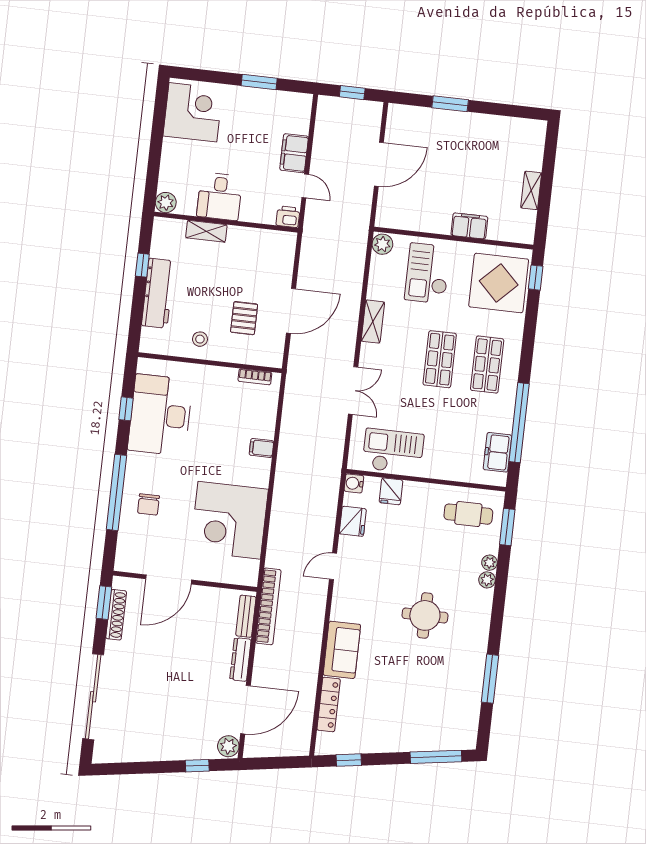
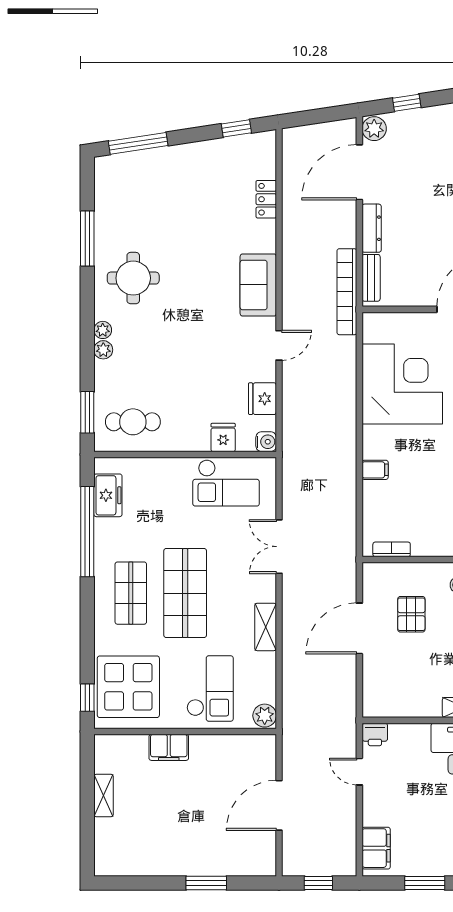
filing cabinet: (294, 153) -> (376, 848), moved
shop shelf: (440, 359) -> (185, 593), width x1.43, depth x1.36
plant: (489, 563) -> (103, 330), moved
round table: (425, 615) -> (133, 278), moved
sofa: (342, 650) -> (258, 285), moved
locker: (329, 704) -> (266, 199), width x0.66

